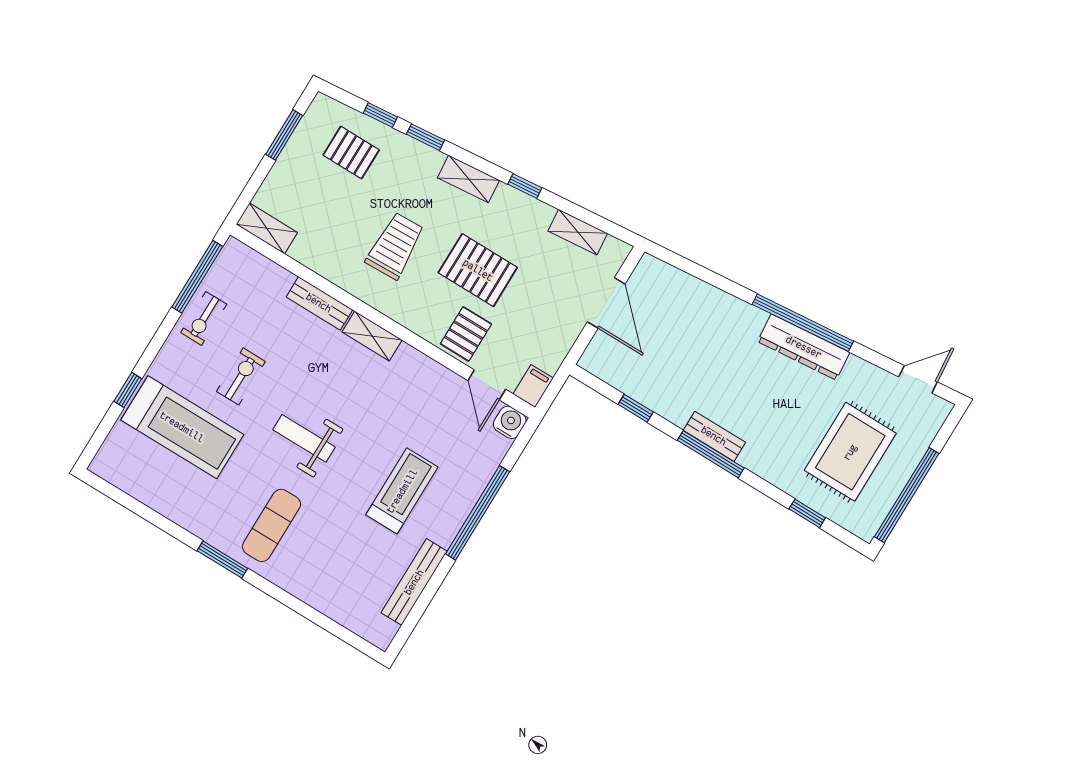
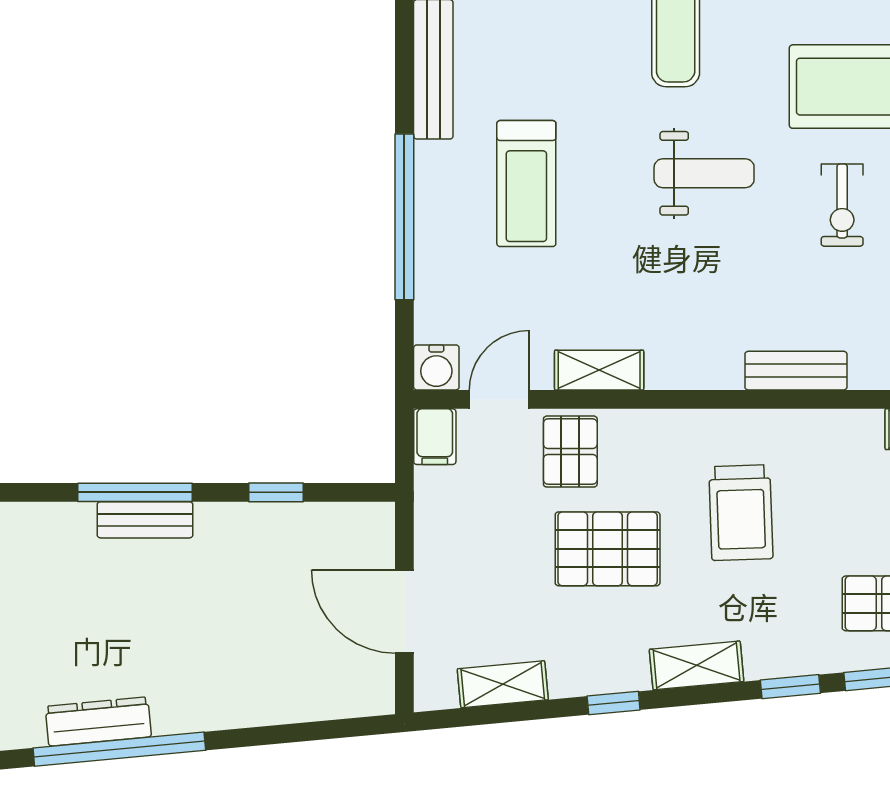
shelving: (372, 336) -> (599, 370), moved
dresser: (804, 347) -> (98, 721), width x0.73, depth x0.80
door: (487, 385) -> (499, 399), hinge flipped

